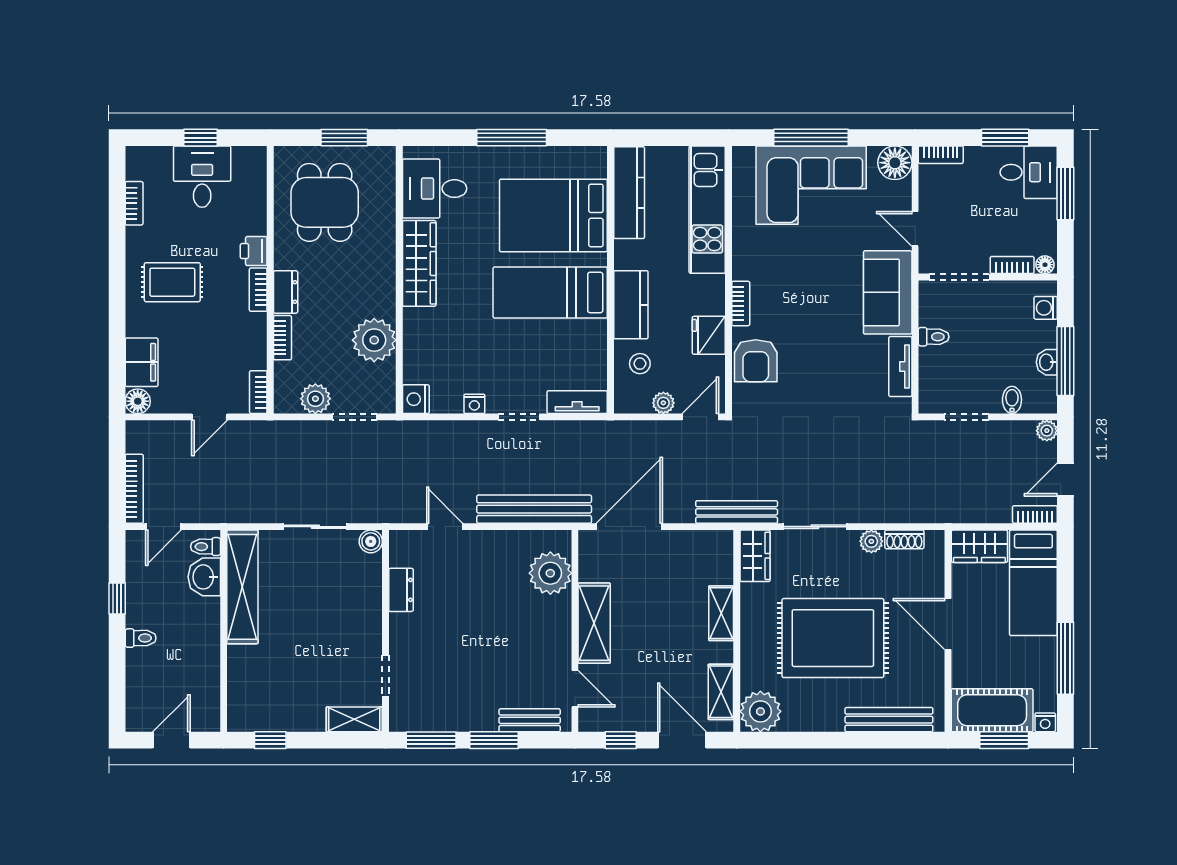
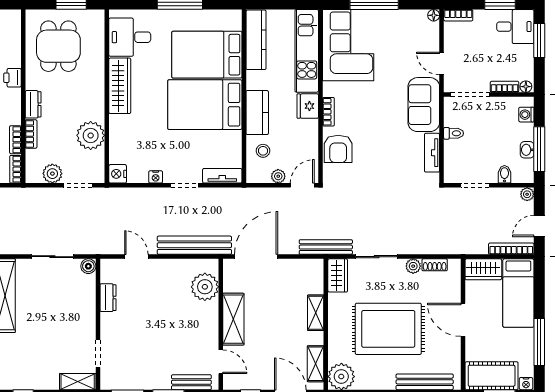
floor lamp: (895, 163) -> (434, 15), width x0.53, depth x0.53
corner sofa: (811, 185) -> (348, 45), moved, turned -90
bookcase: (258, 290) -> (15, 140), moved
bed: (550, 292) -> (205, 105), width x1.50
fridge: (709, 335) -> (308, 106), moved
bookcase: (1035, 514) -> (511, 249), width x1.56

